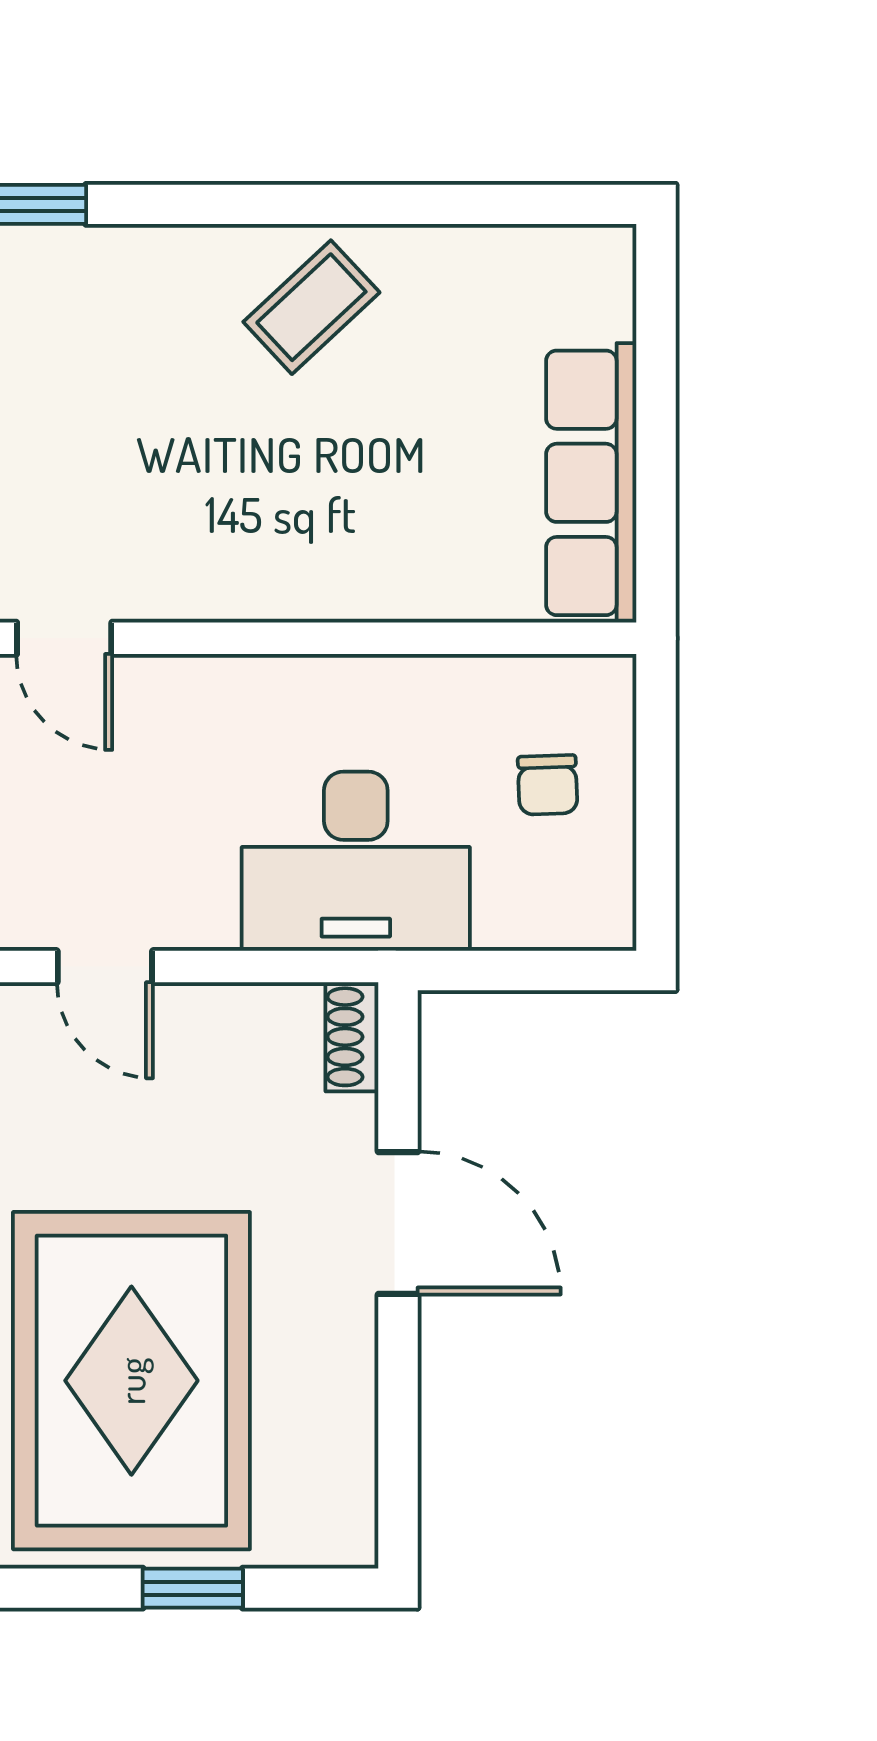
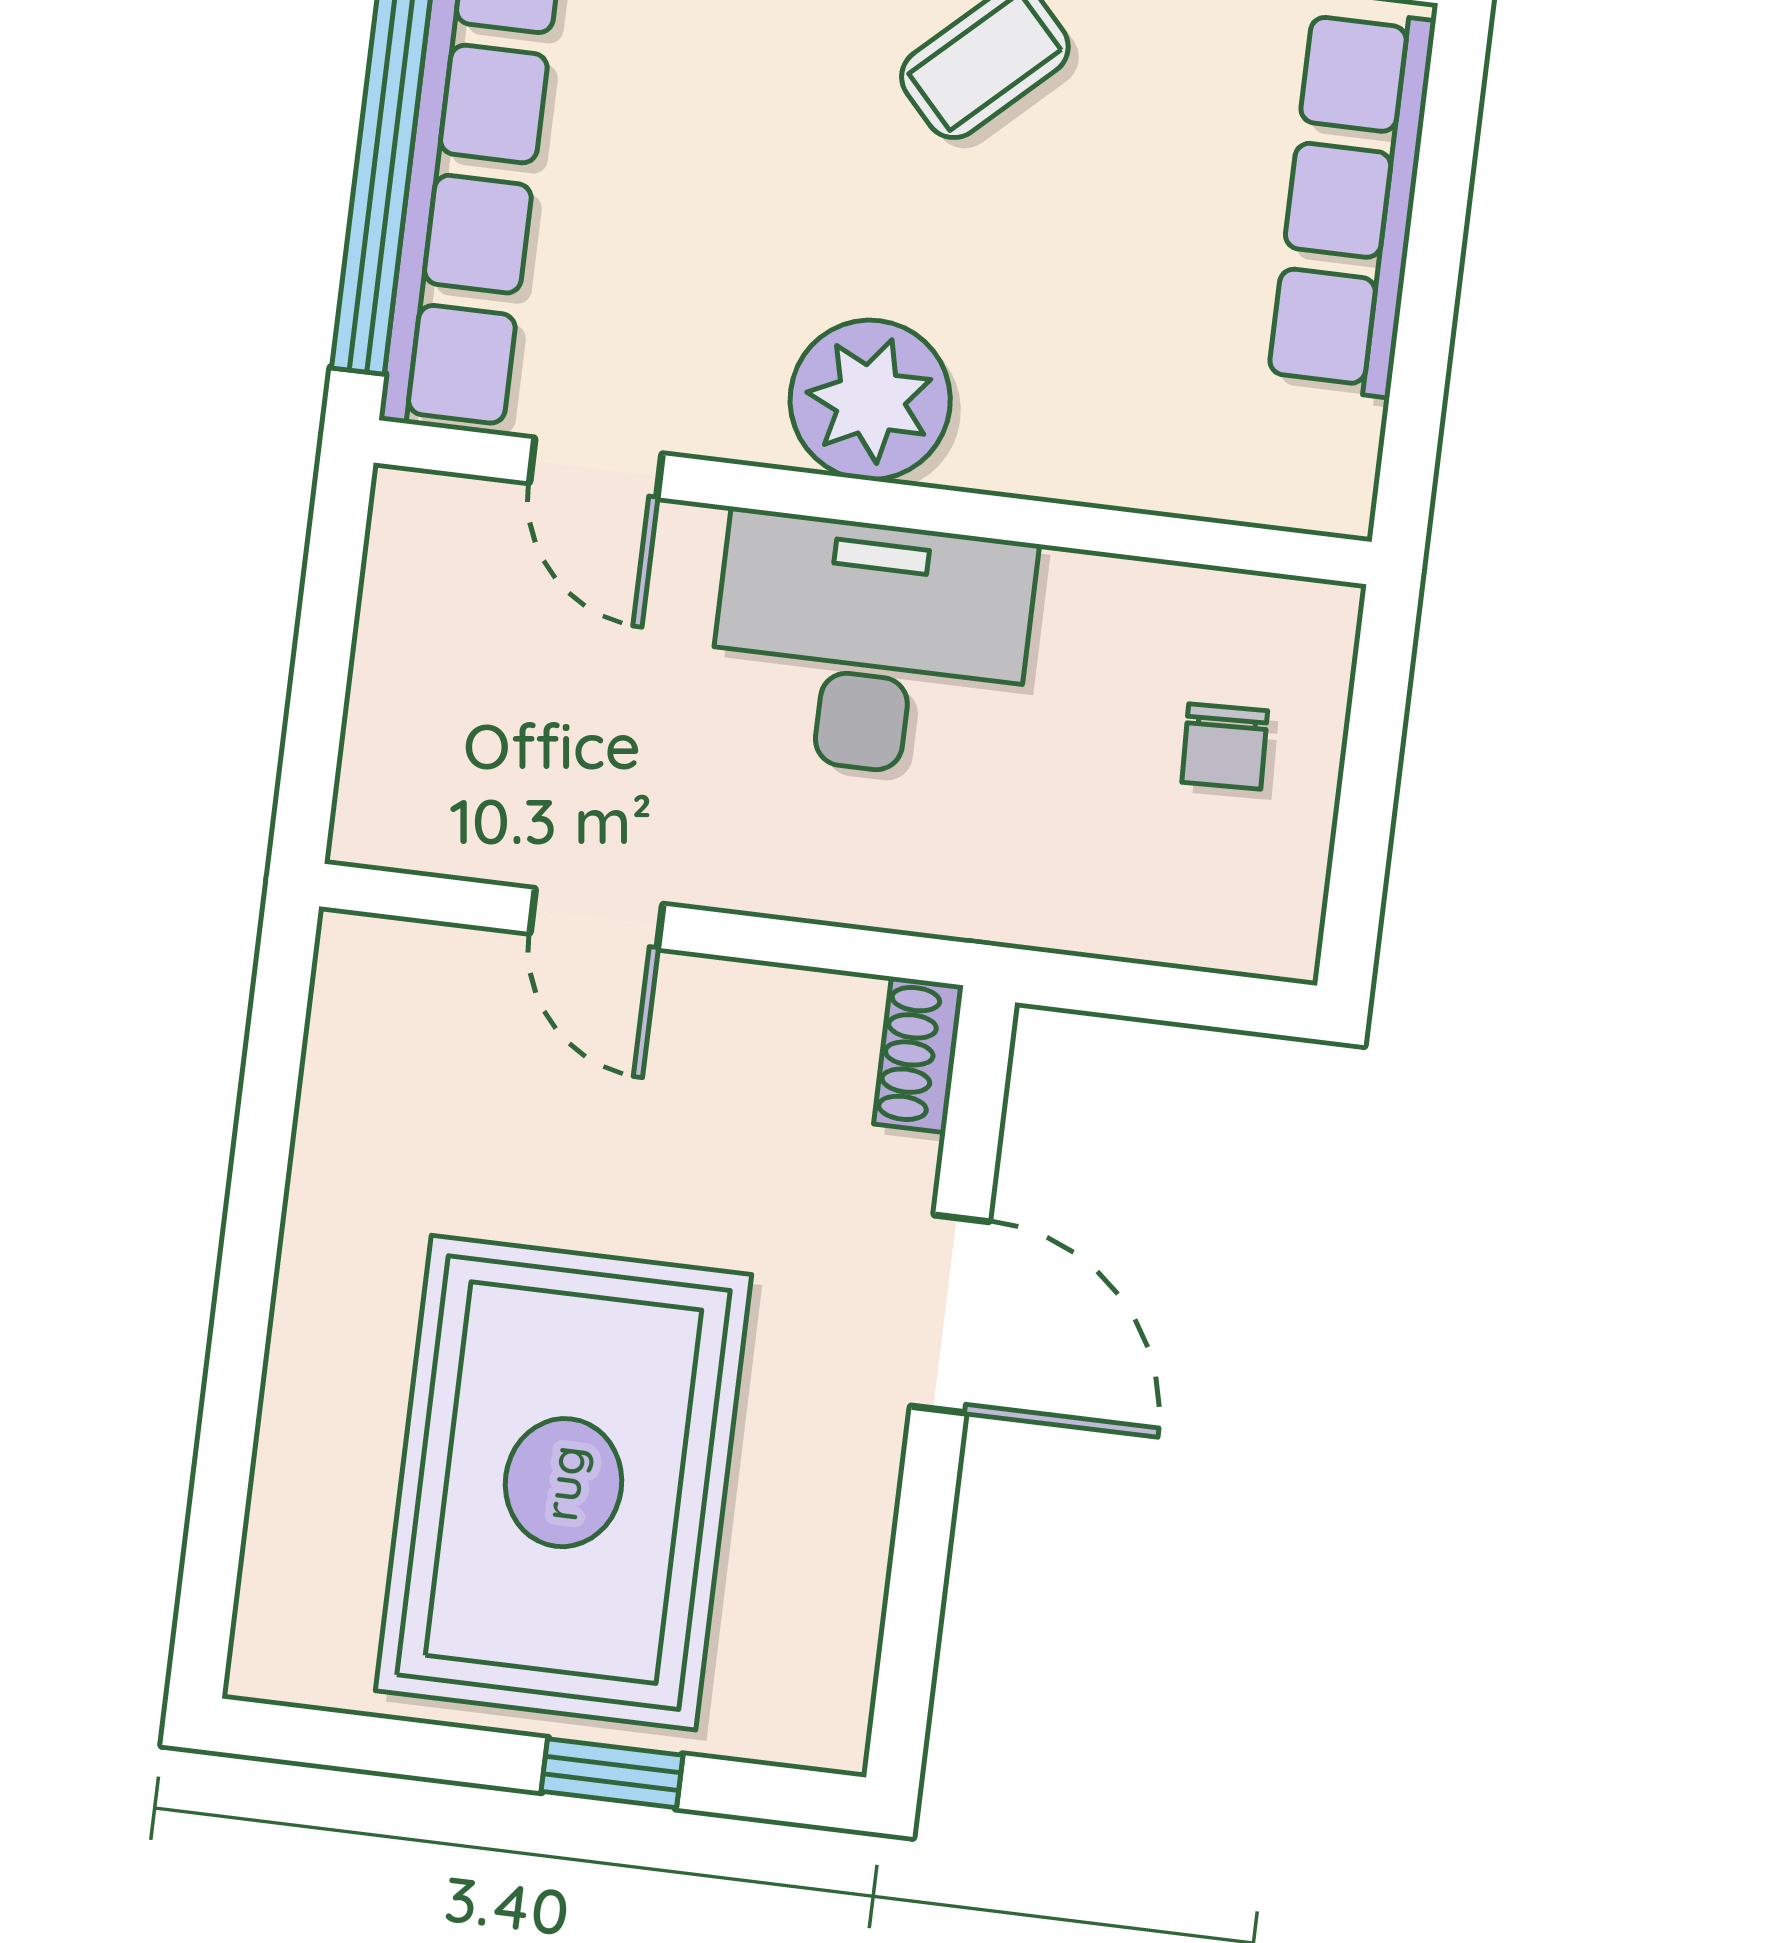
row of seats: (591, 483) -> (1351, 202), moved
plant: (258, 564) -> (870, 400), added
desk: (356, 861) -> (871, 646), moved, turned 180

